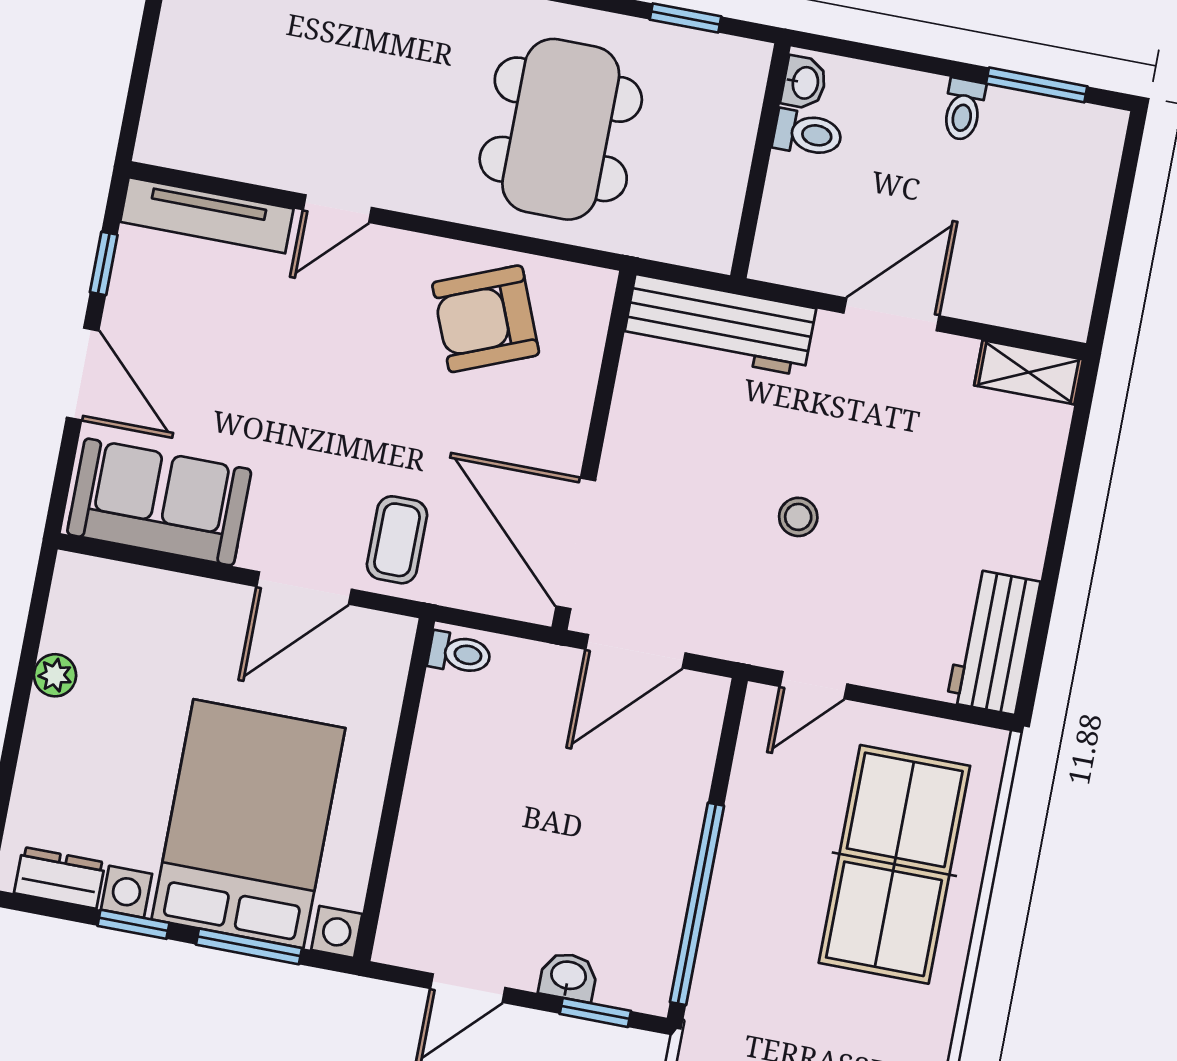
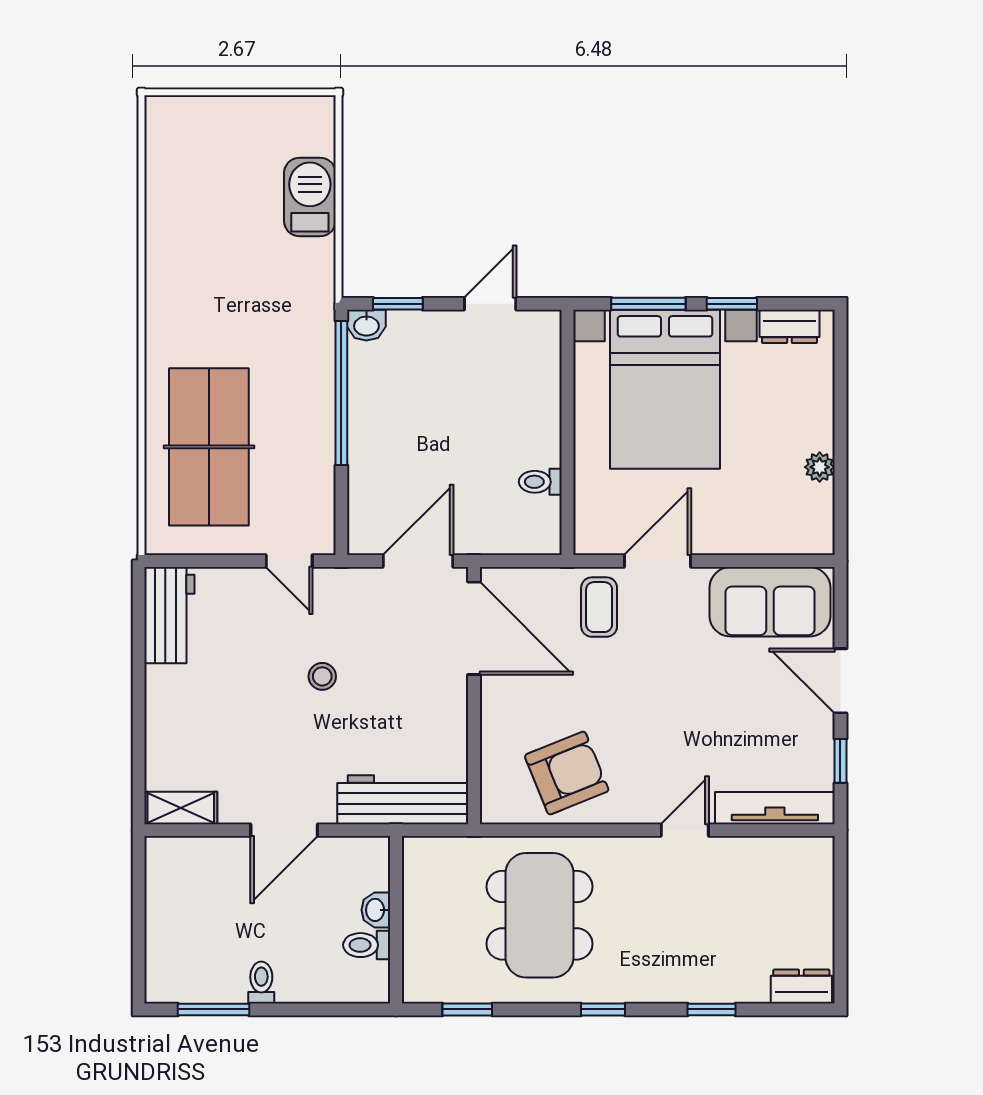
washbasin: (804, 83) -> (376, 910), moved
toilet: (460, 653) -> (540, 482), moved
door: (813, 685) -> (289, 561), swing flipped
washbasin: (568, 977) -> (366, 325), moved

